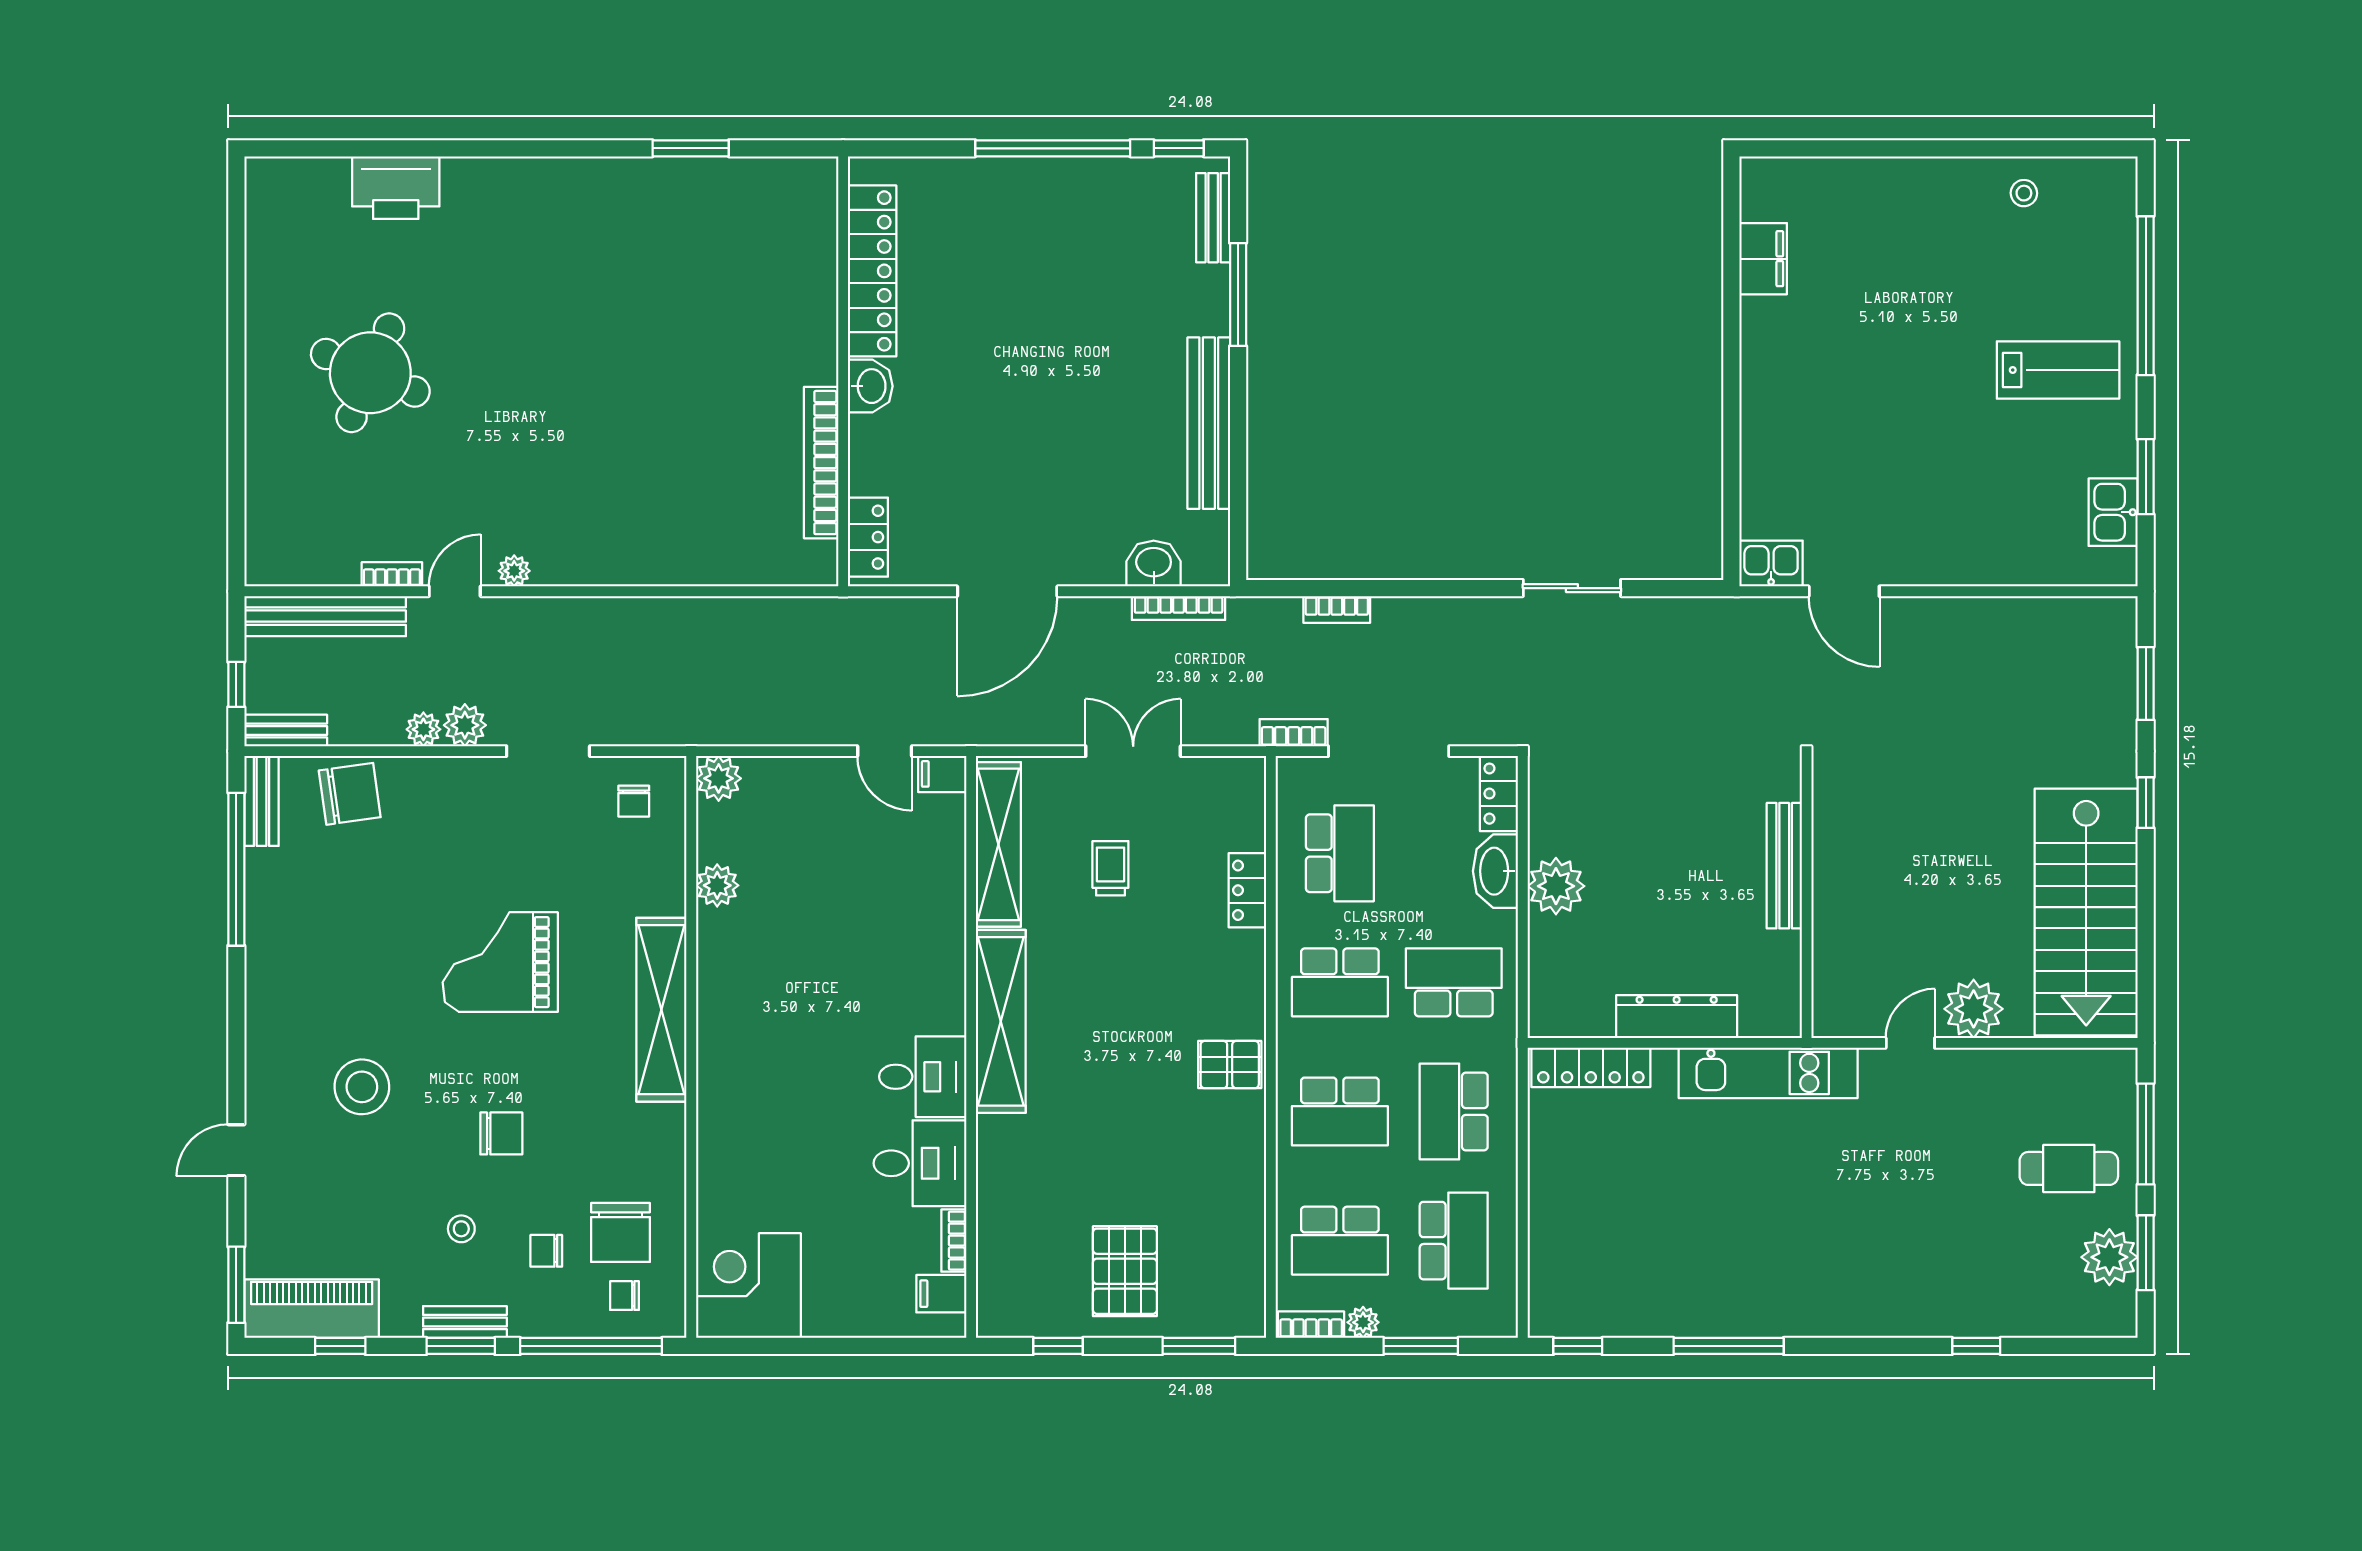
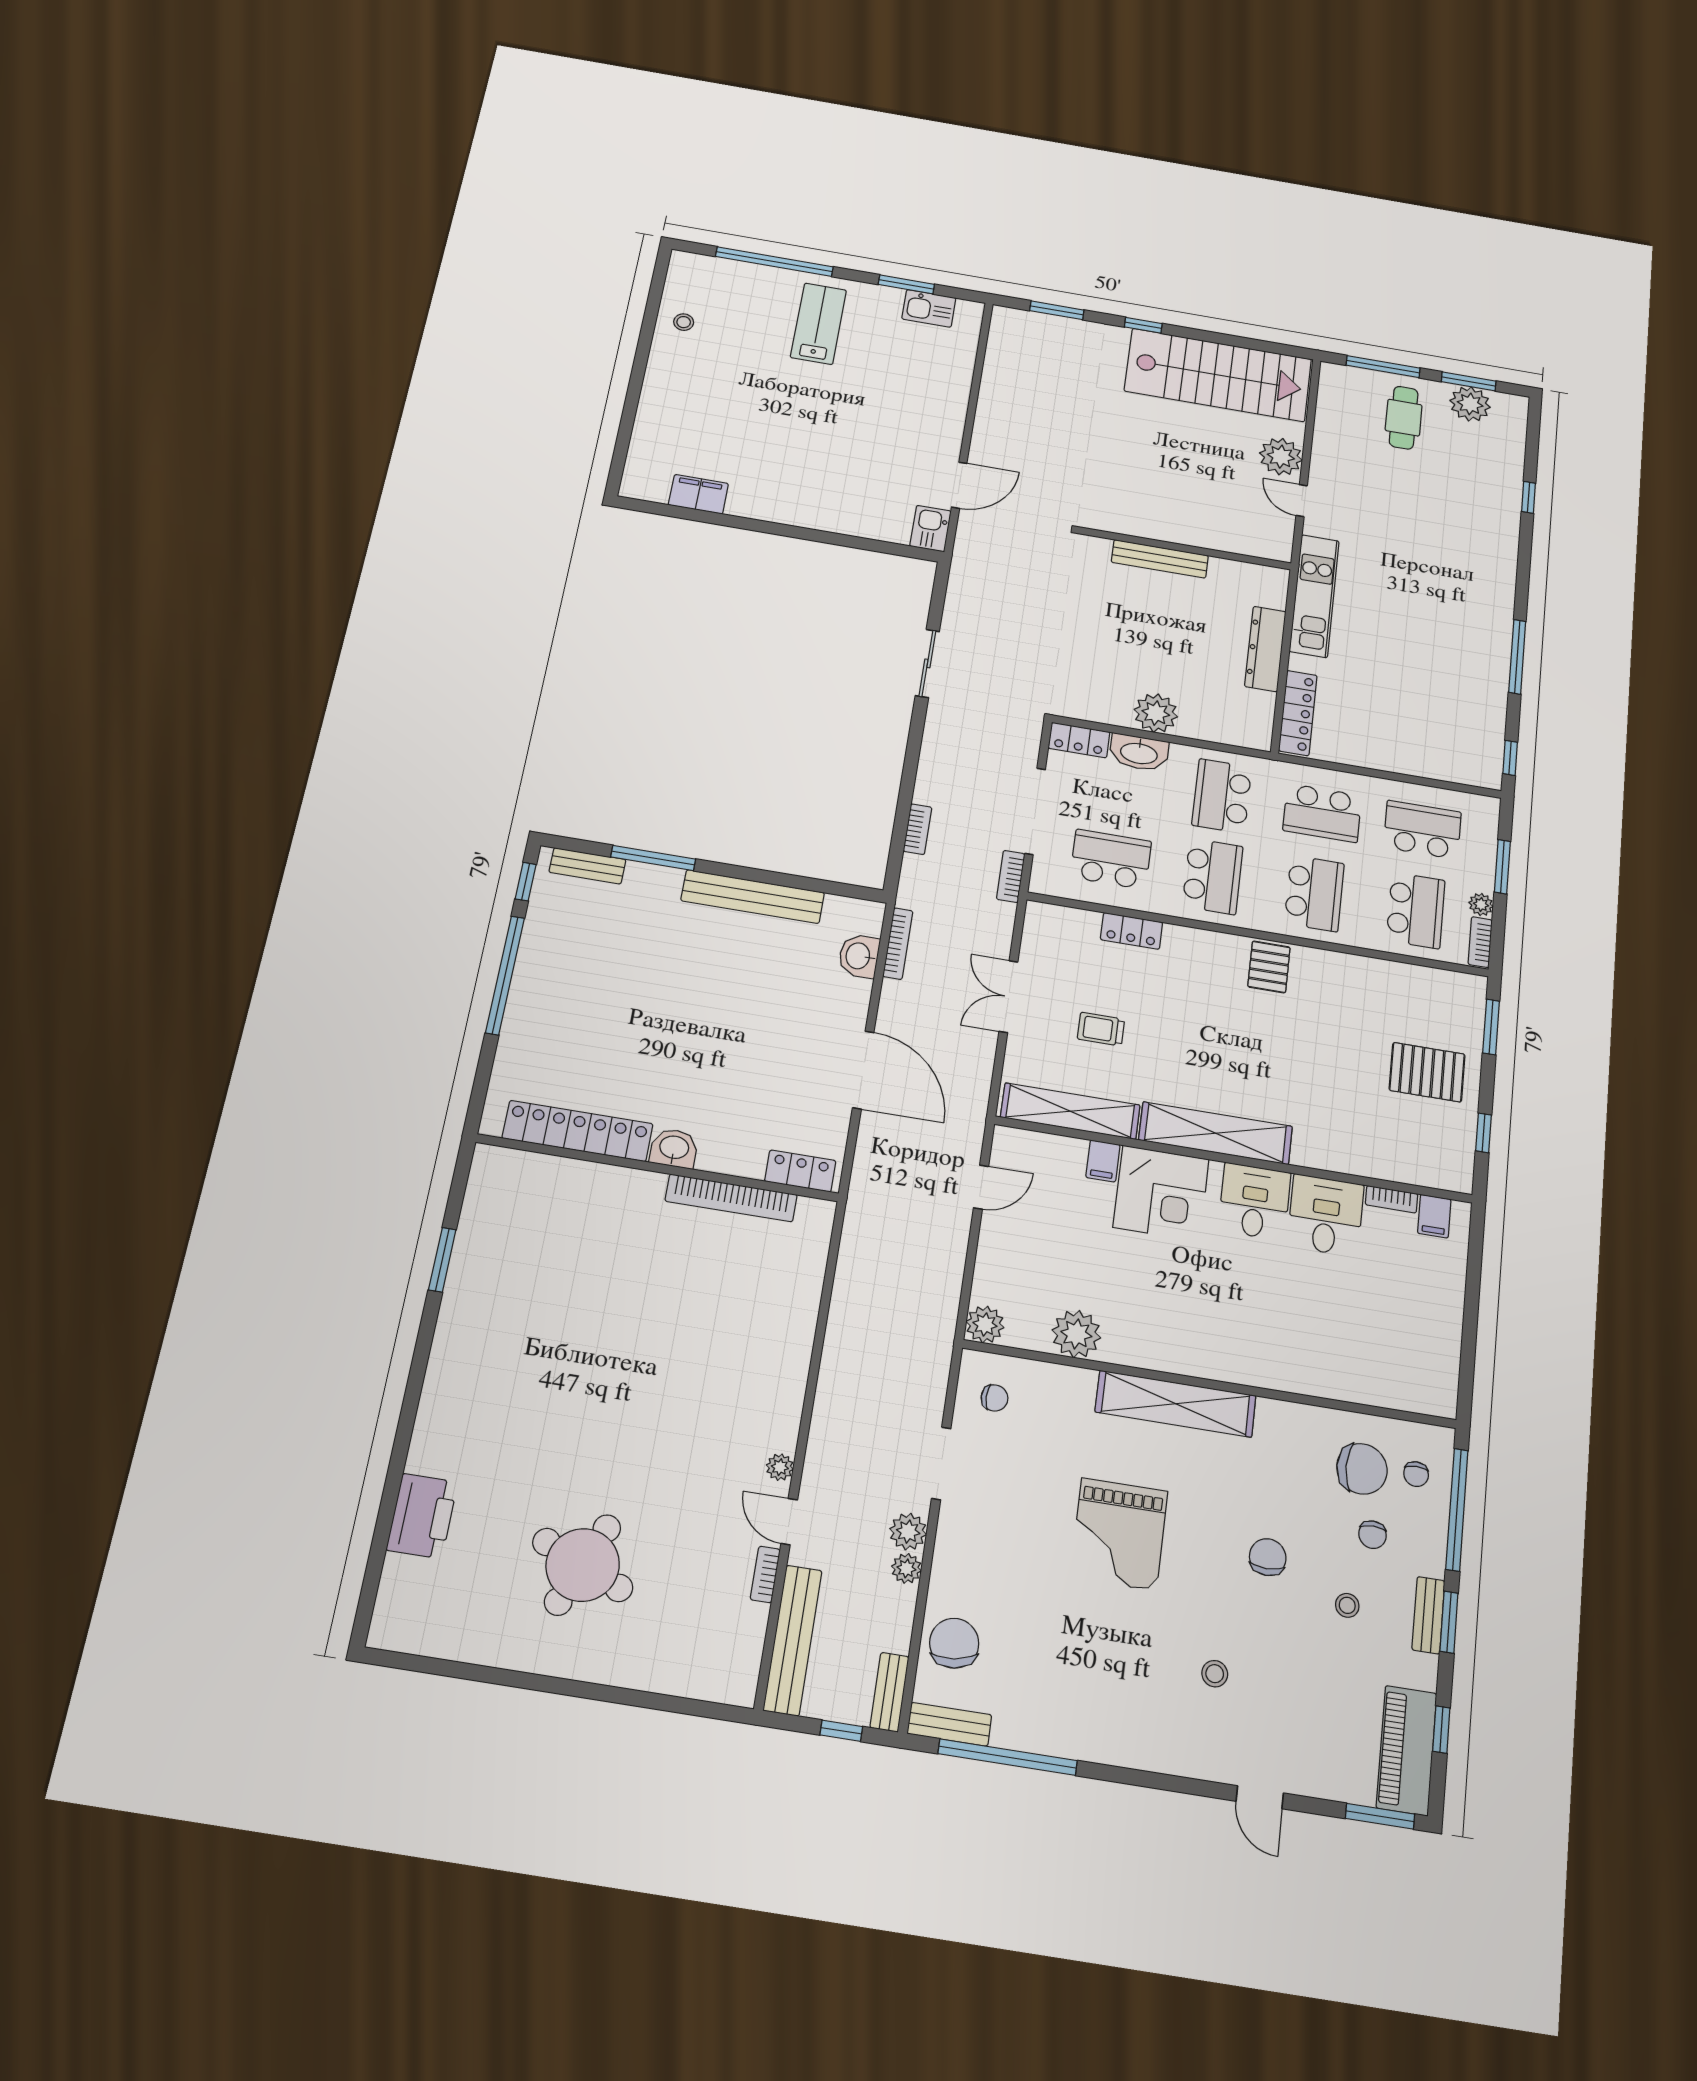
filing cabinet: (942, 774) -> (1103, 1161), moved
plant: (717, 885) -> (1076, 1334), width x1.36, depth x1.36
stool: (362, 1087) -> (1215, 1674), width x0.53, depth x0.53
corner desk: (748, 1286) -> (1161, 1193), moved, turned -90

